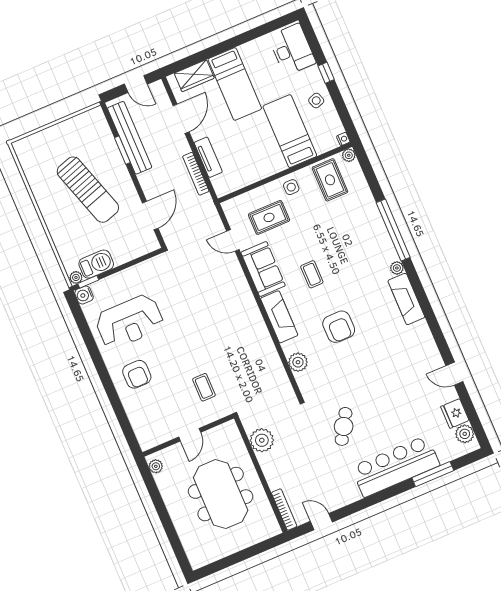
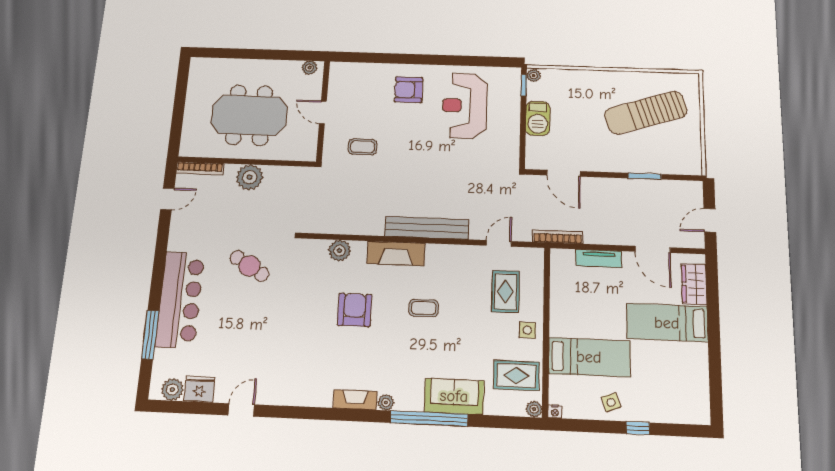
desk: (292, 50) -> (680, 403), removed
bench: (130, 138) -> (427, 228), moved
bookcase: (196, 174) -> (558, 237), moved
sun lounger: (88, 190) -> (646, 113), moved
barbecue: (96, 264) -> (538, 118), moved
sofa: (263, 269) -> (454, 396), moved, turned 180
water cooler: (84, 295) -> (512, 75), removed
fireplace: (406, 299) -> (355, 400), width x0.73, depth x0.76
armchair: (339, 327) -> (355, 310), turned 90
plant: (262, 440) -> (250, 177), moved

